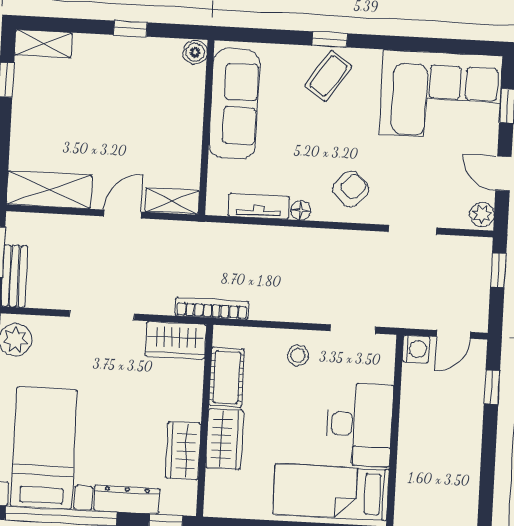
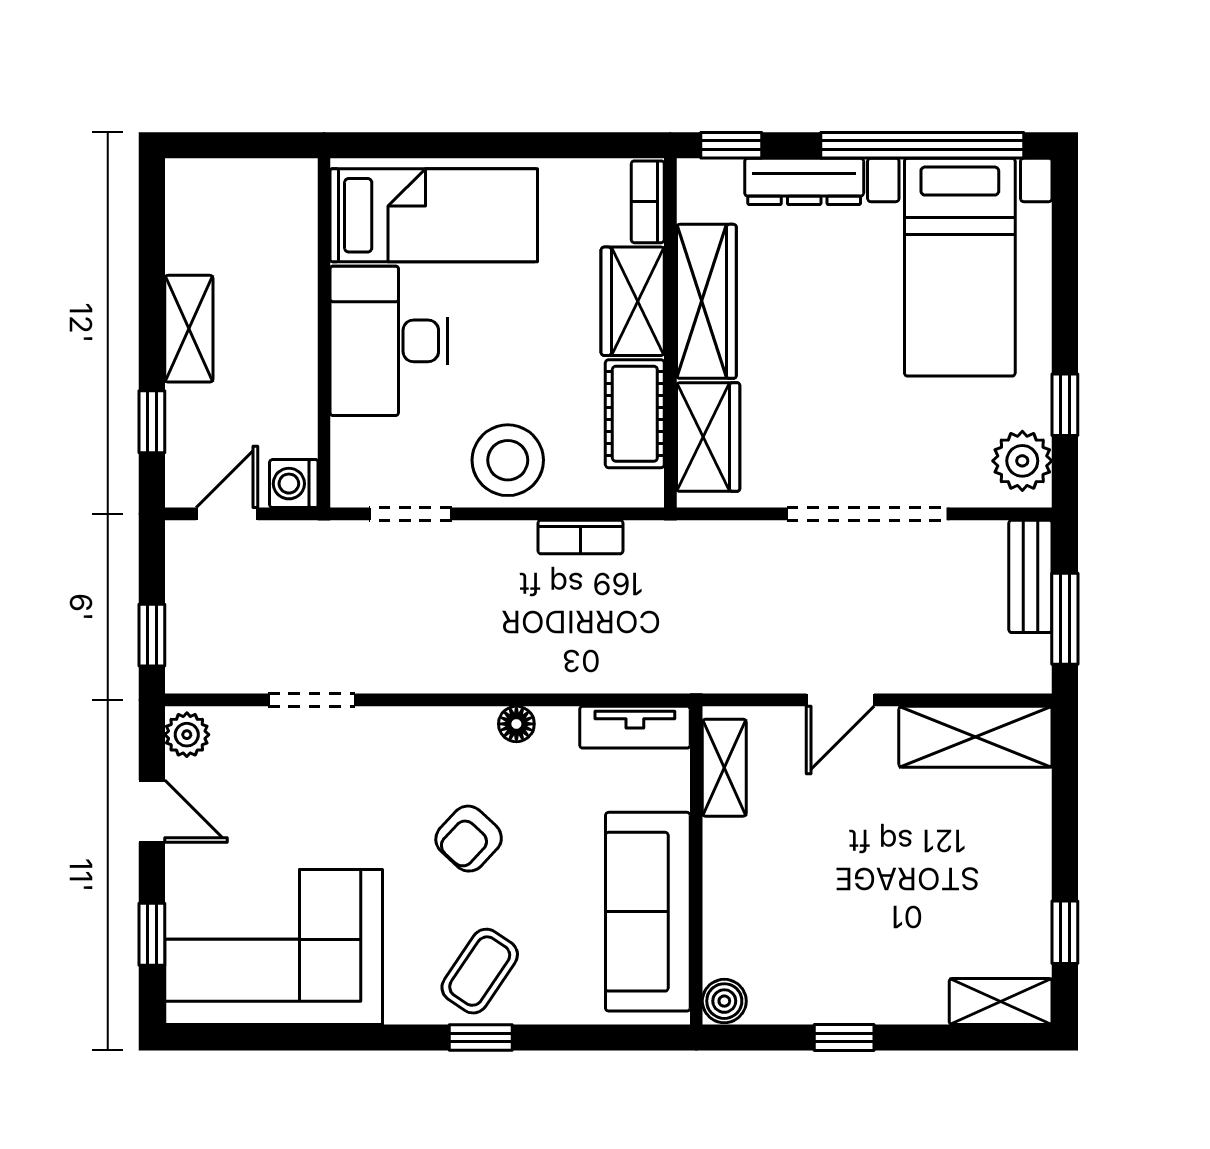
armchair: (351, 189) -> (469, 839), moved
shelving: (172, 201) -> (724, 768), moved, turned 90
tv unit: (259, 206) -> (635, 727), moved
bookcase: (212, 309) -> (580, 537), moved, width x0.64
doorway: (102, 315) -> (867, 514), width x1.36
wardrobe: (176, 340) -> (708, 437), moved, turned 90
stool: (298, 355) -> (508, 460), width x1.89, depth x1.89
shelving: (469, 437) -> (189, 329), added
wardrobe: (183, 451) -> (706, 301), width x1.50
bookcase: (213, 493) -> (648, 202), added

